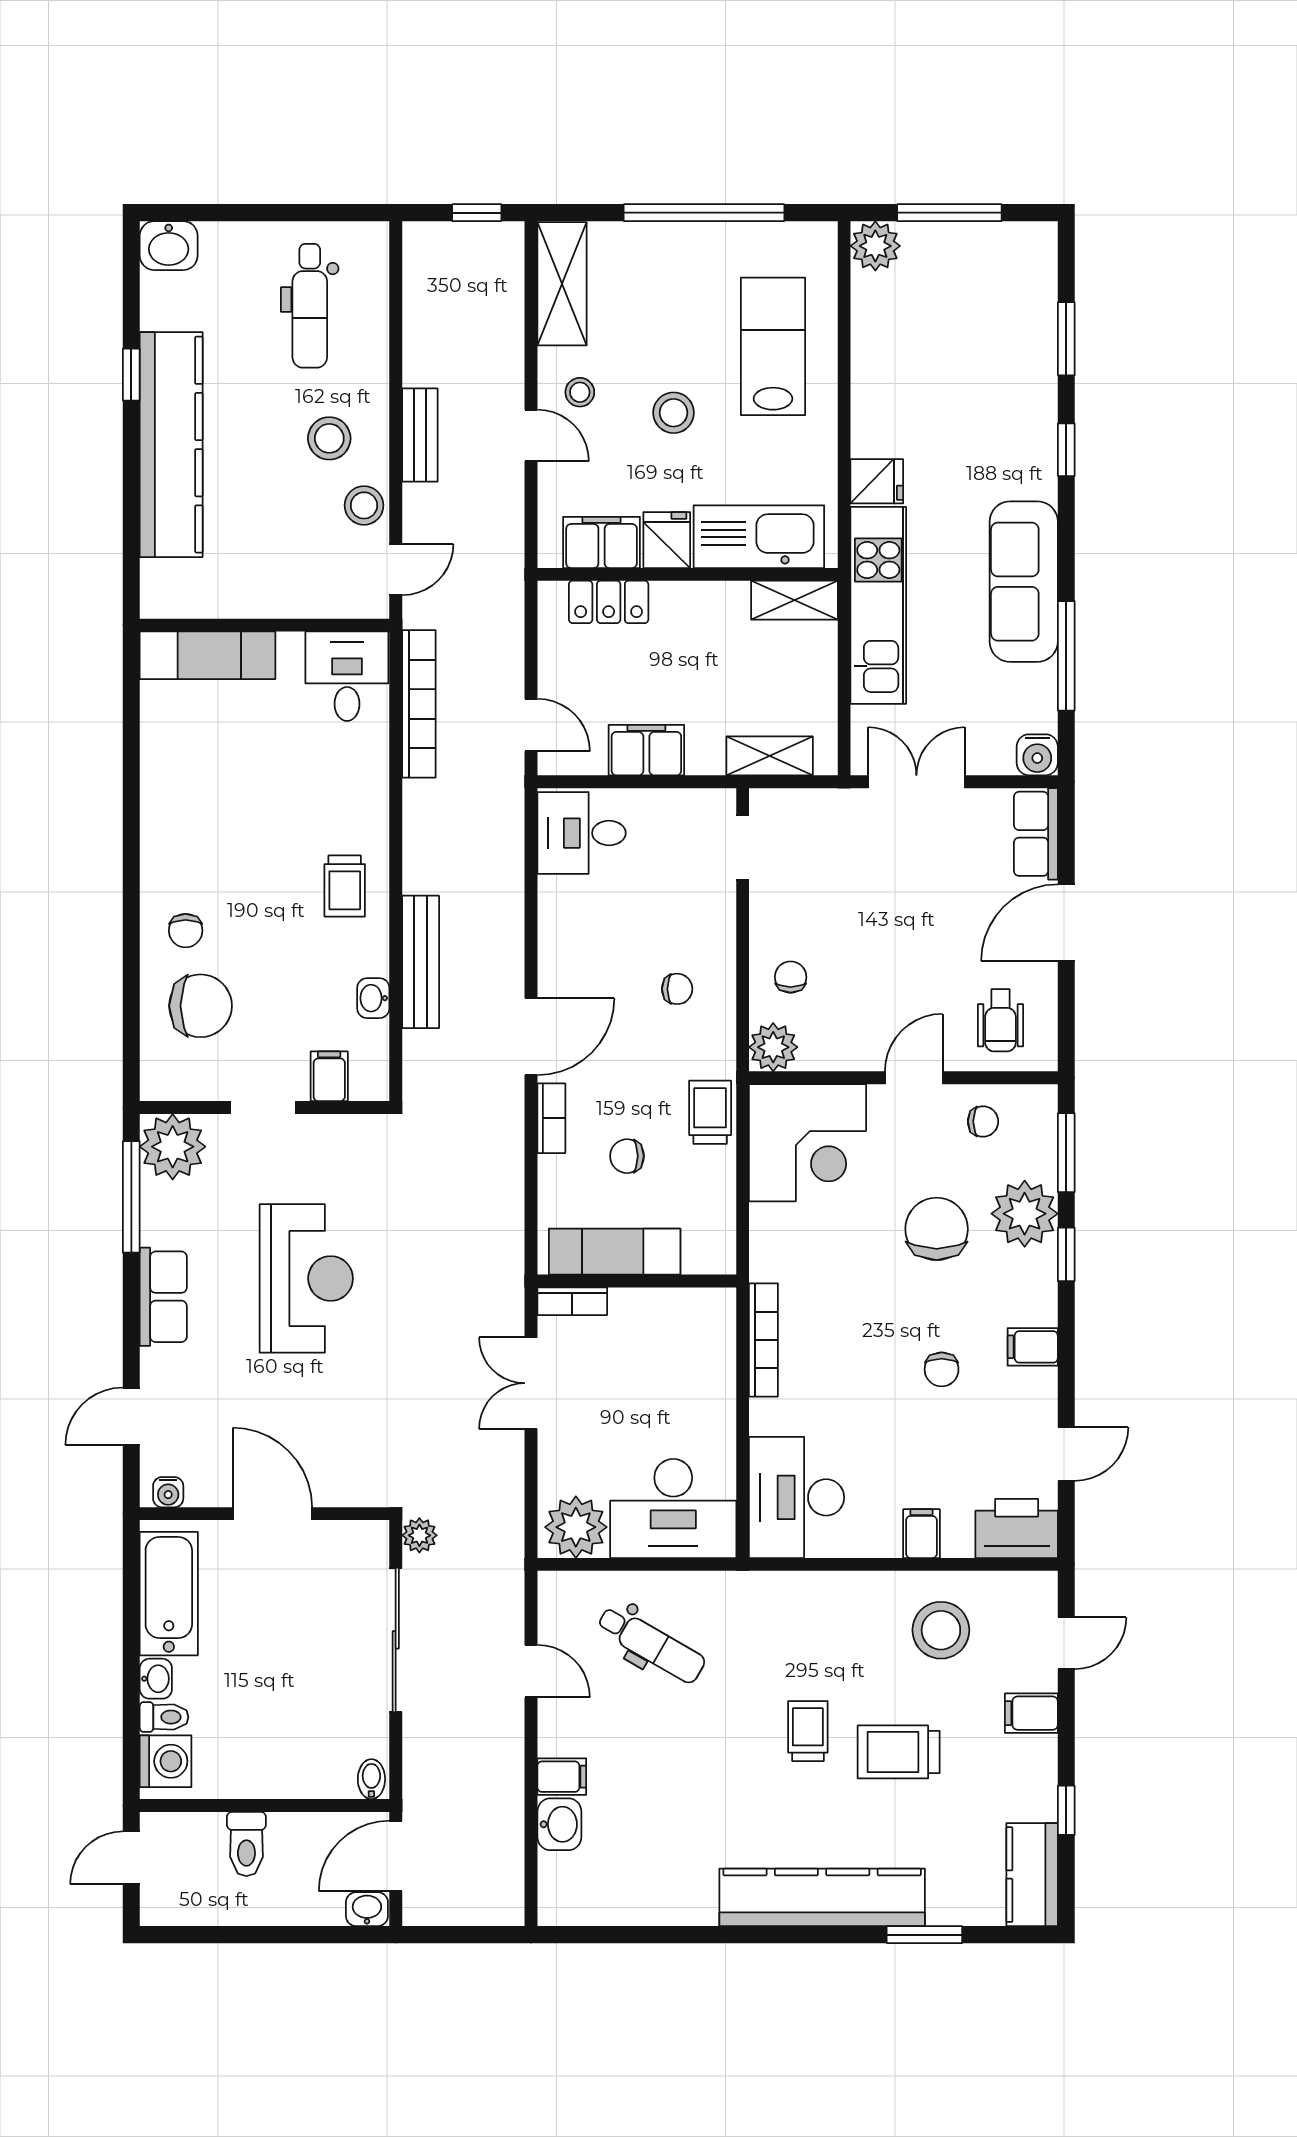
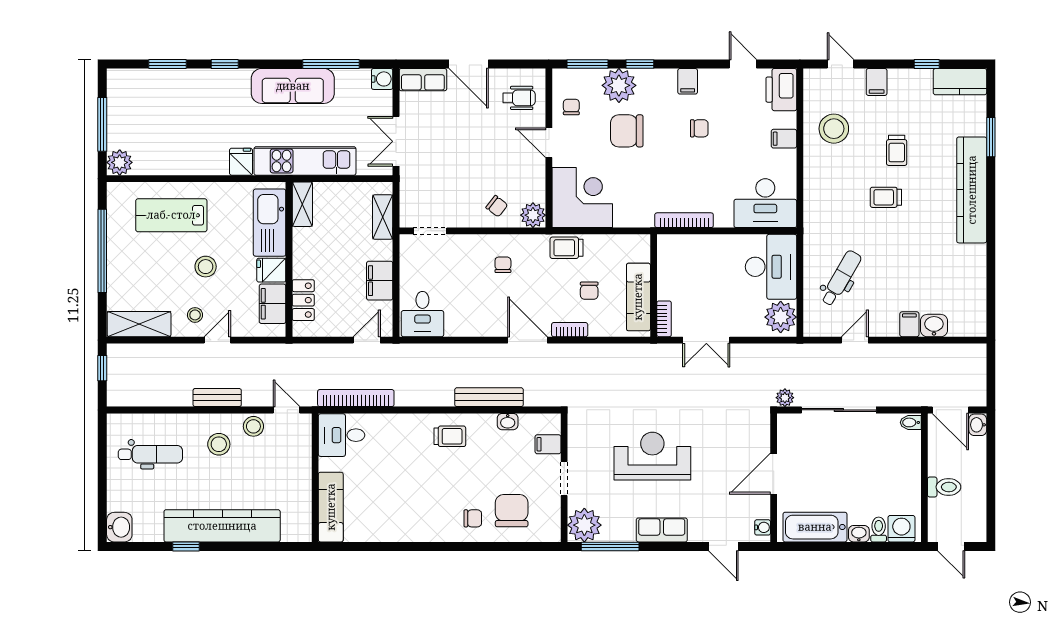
chair: (791, 977) -> (497, 206), turned -142
trolley: (899, 1752) -> (897, 150), width x0.73, depth x0.72

